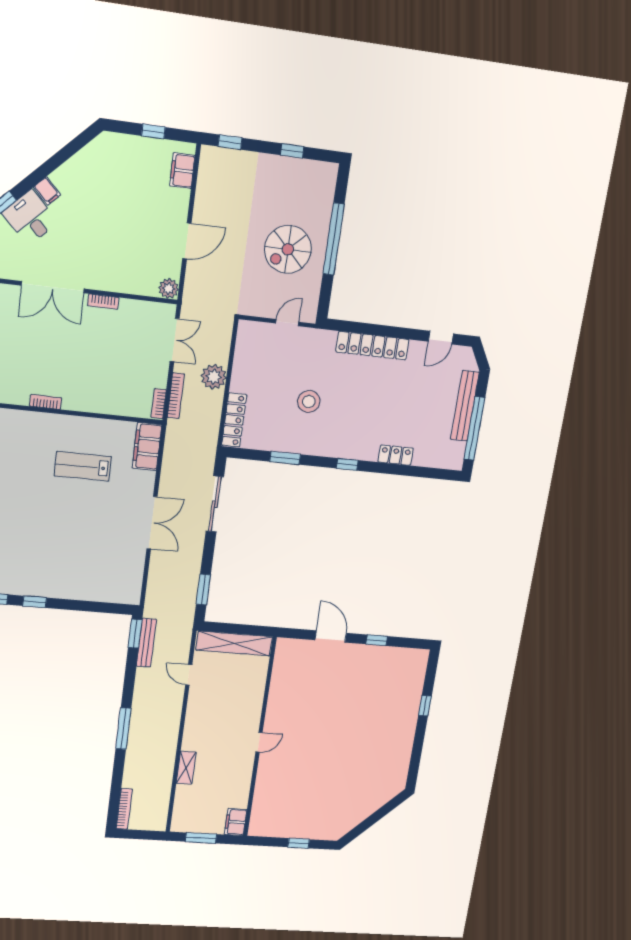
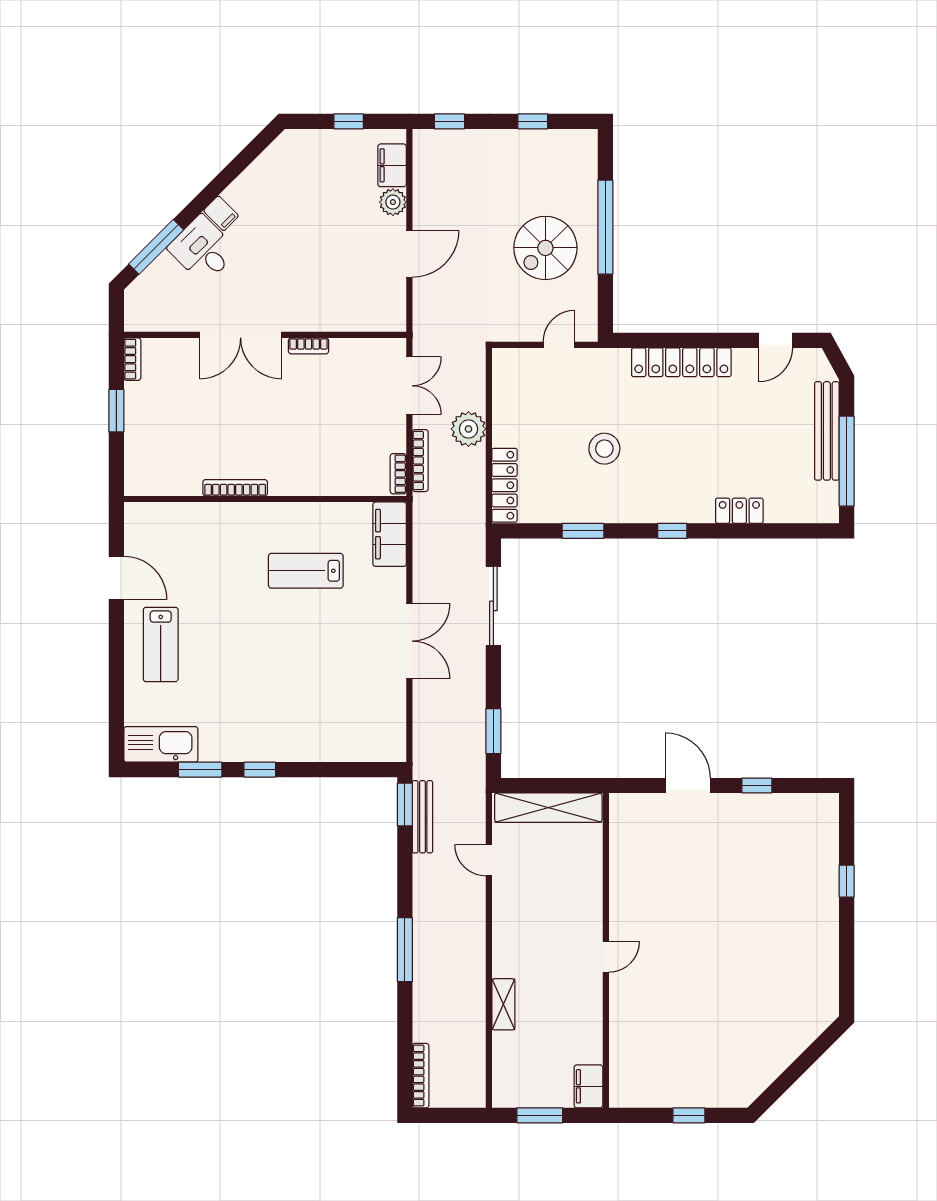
plant: (169, 288) -> (393, 202), moved
bookcase: (46, 402) -> (235, 488), width x1.56

